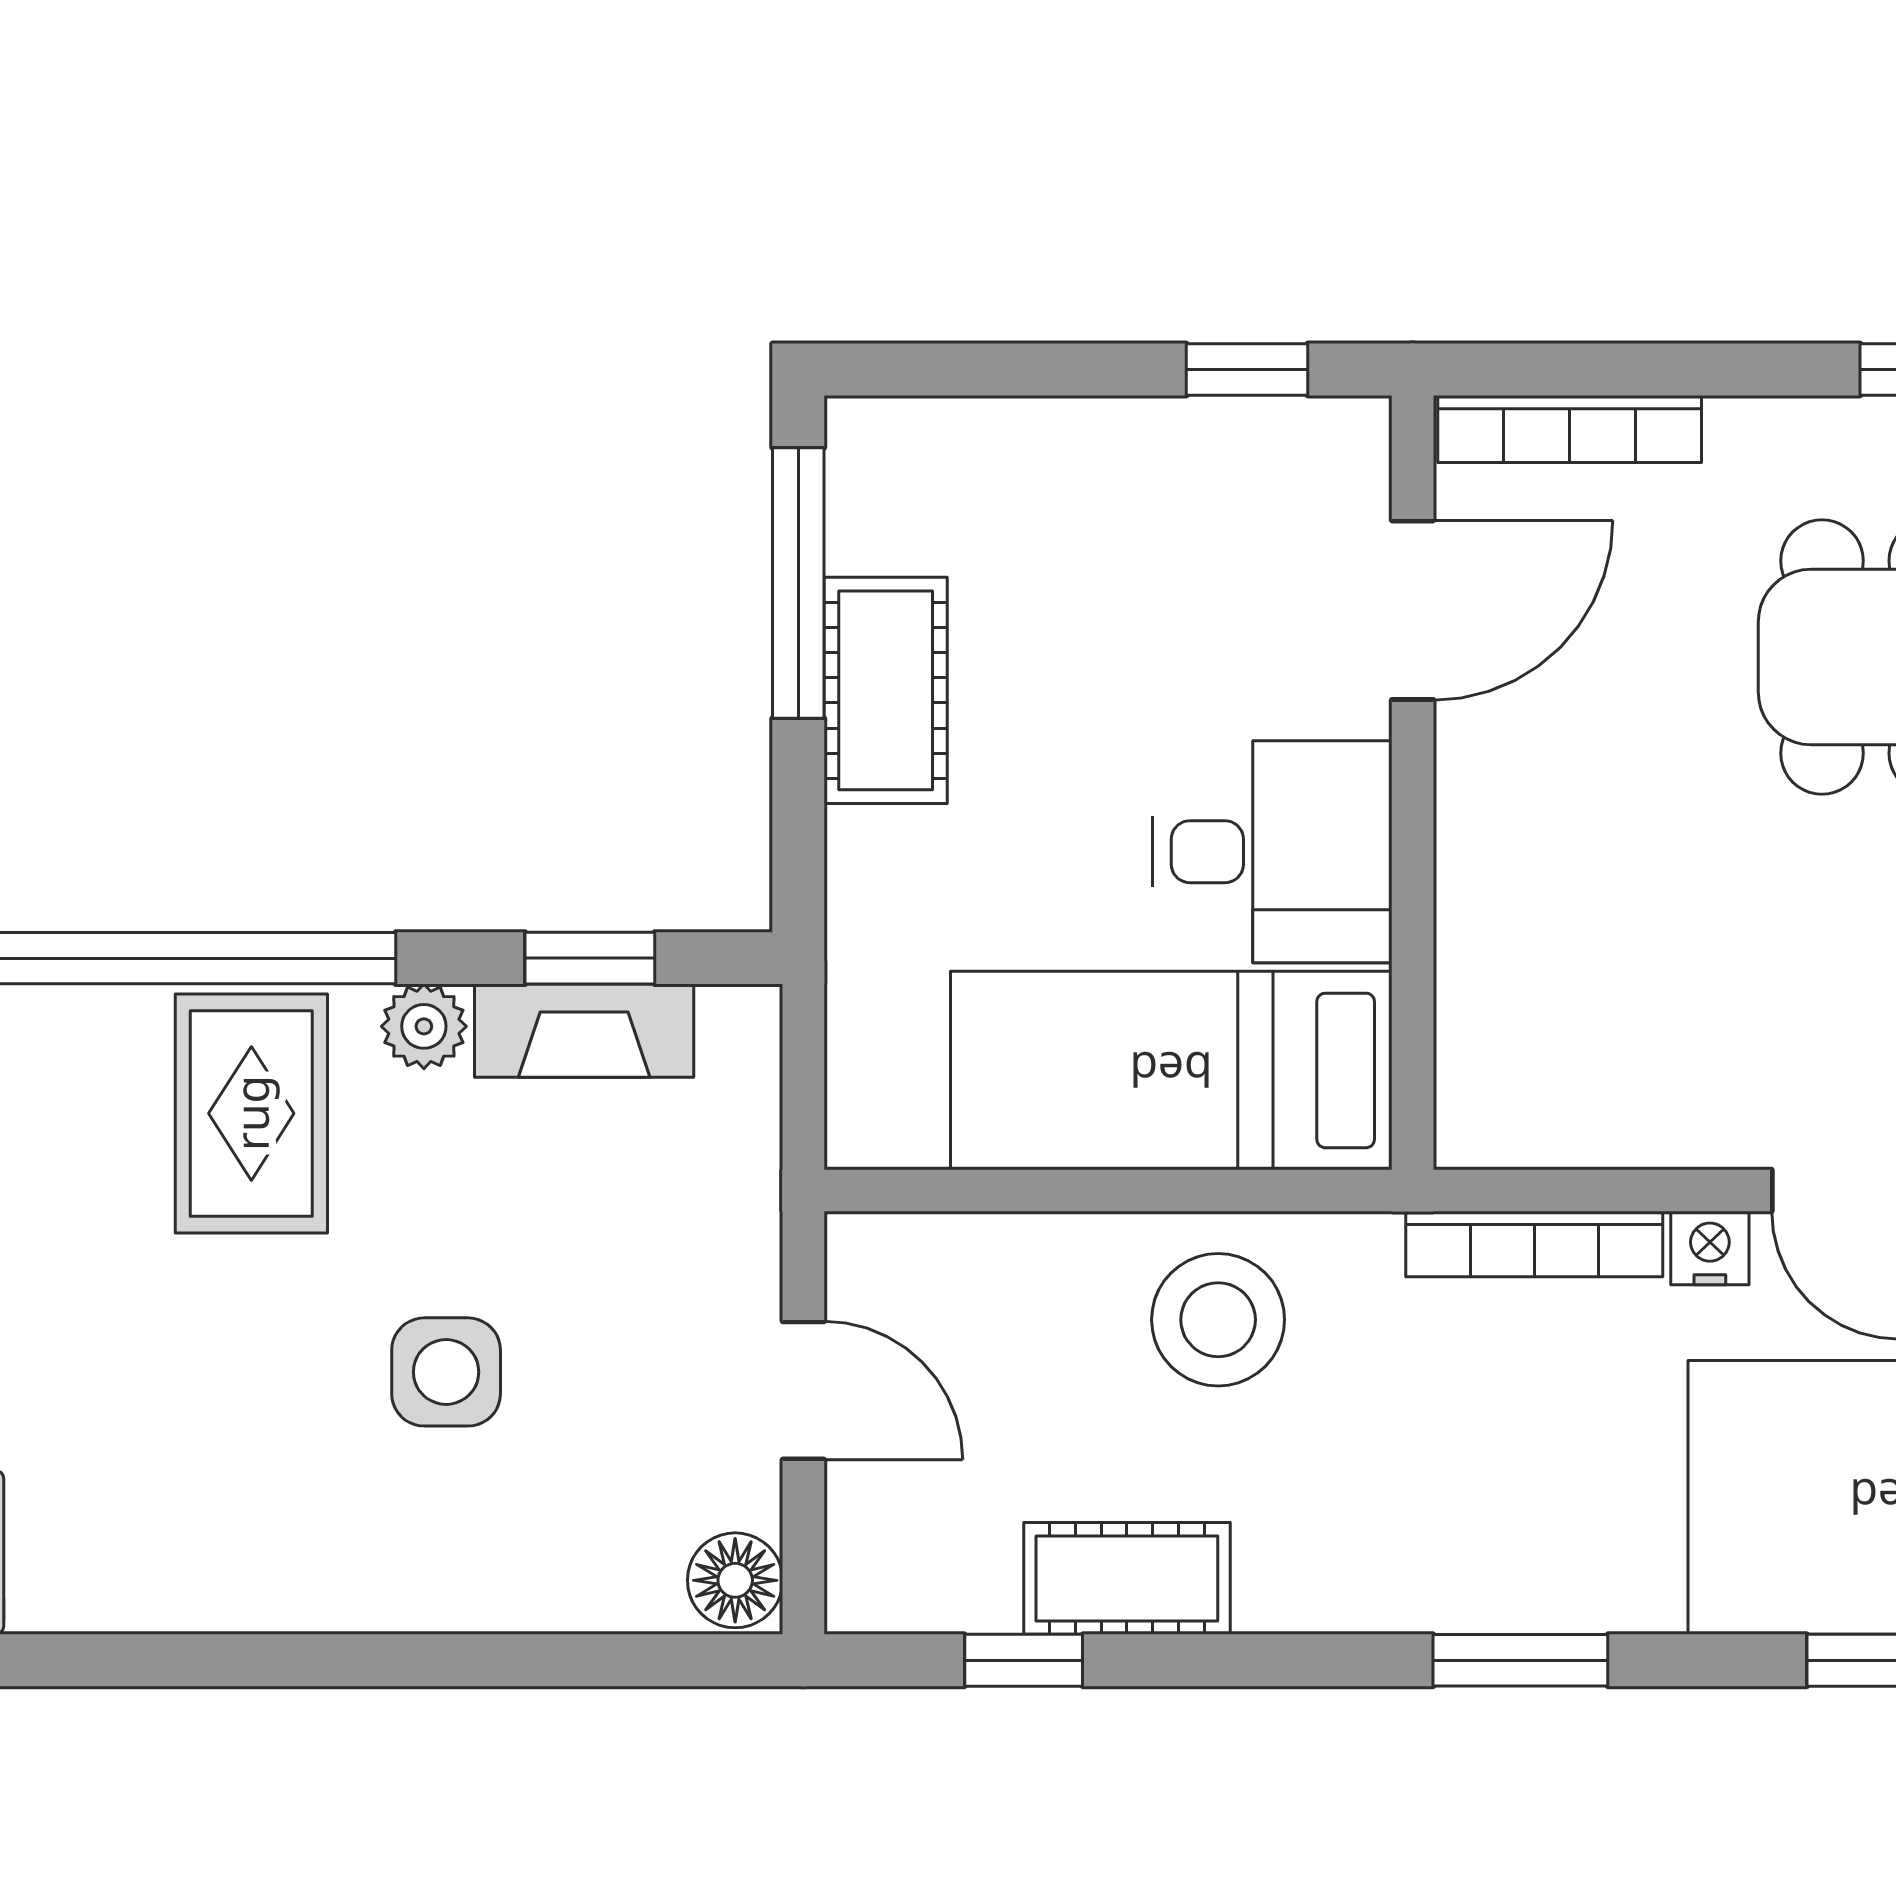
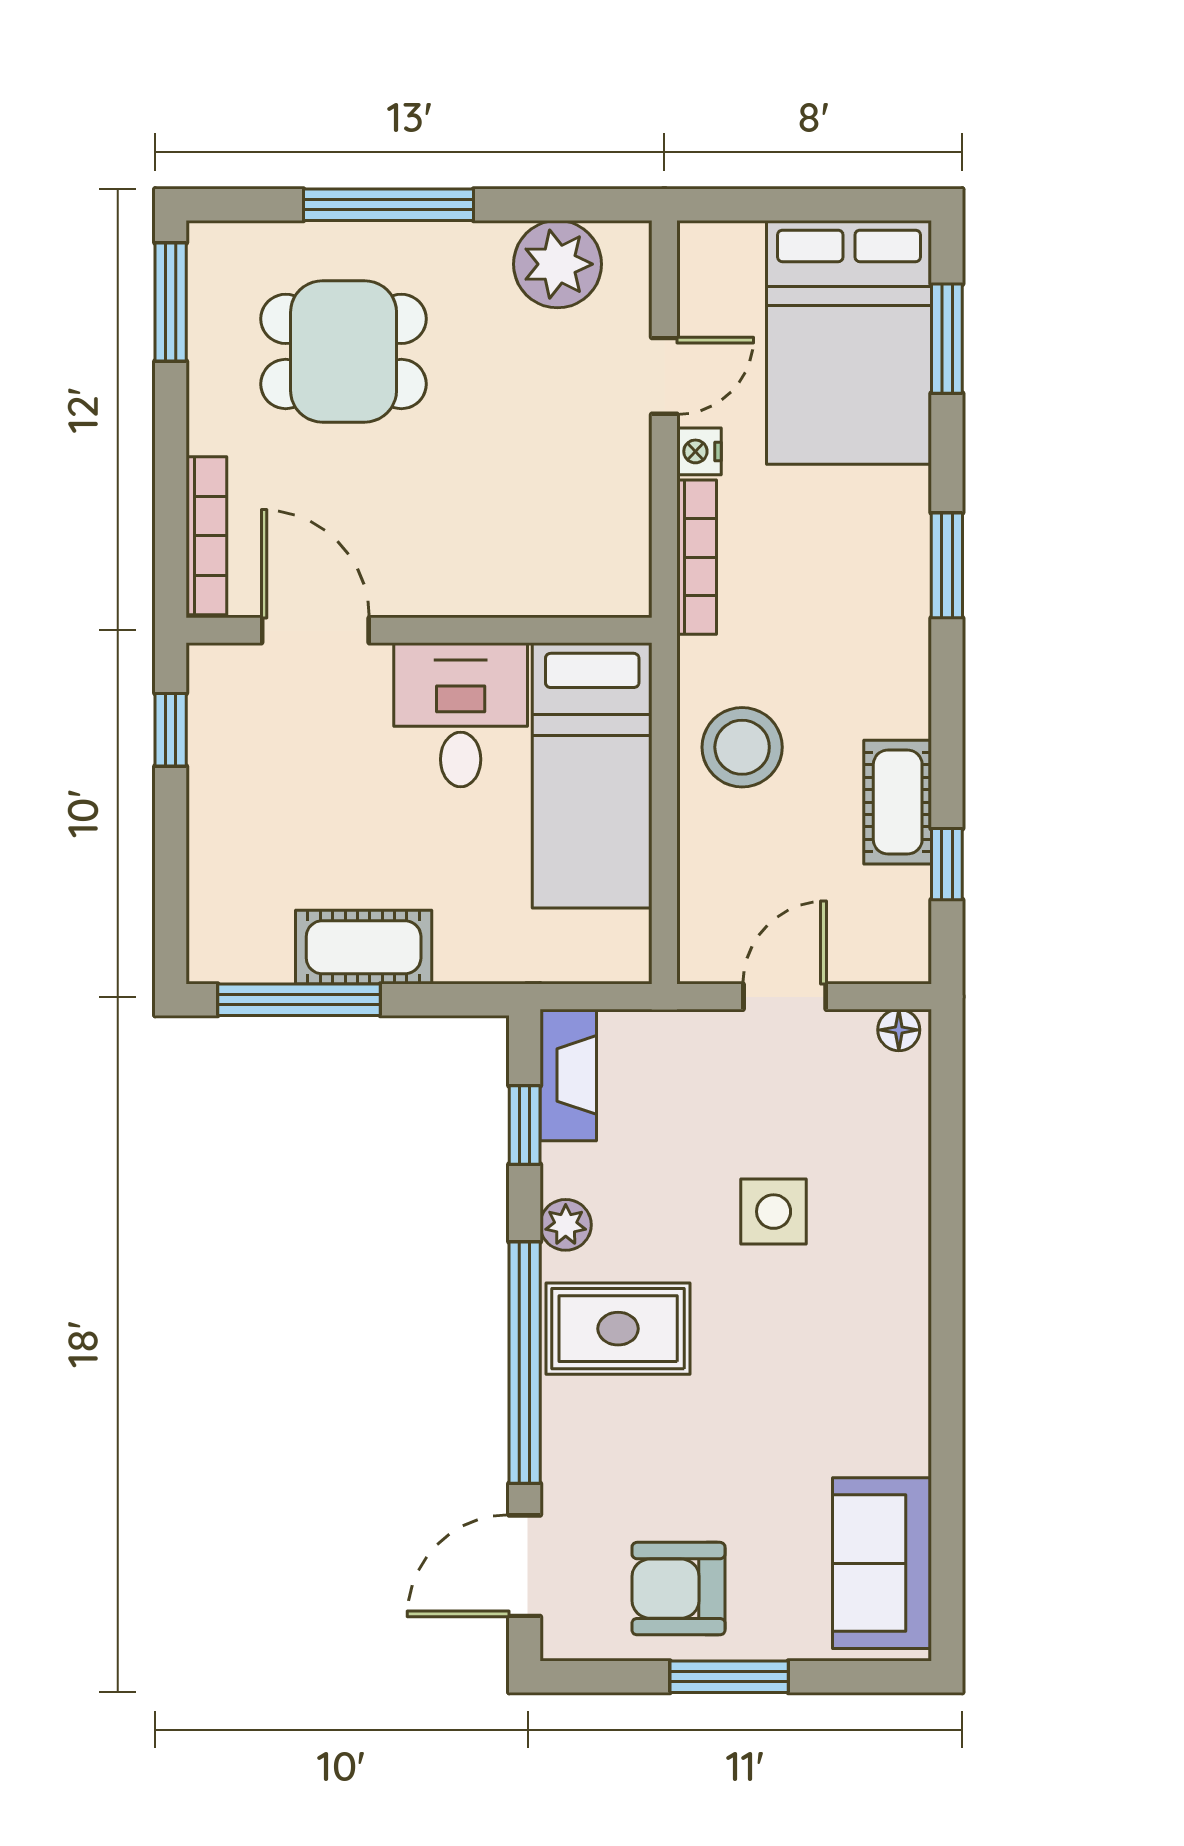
fireplace: (584, 1031) -> (568, 1075), moved
floor lamp: (735, 1580) -> (899, 1030), width x0.73, depth x0.73

